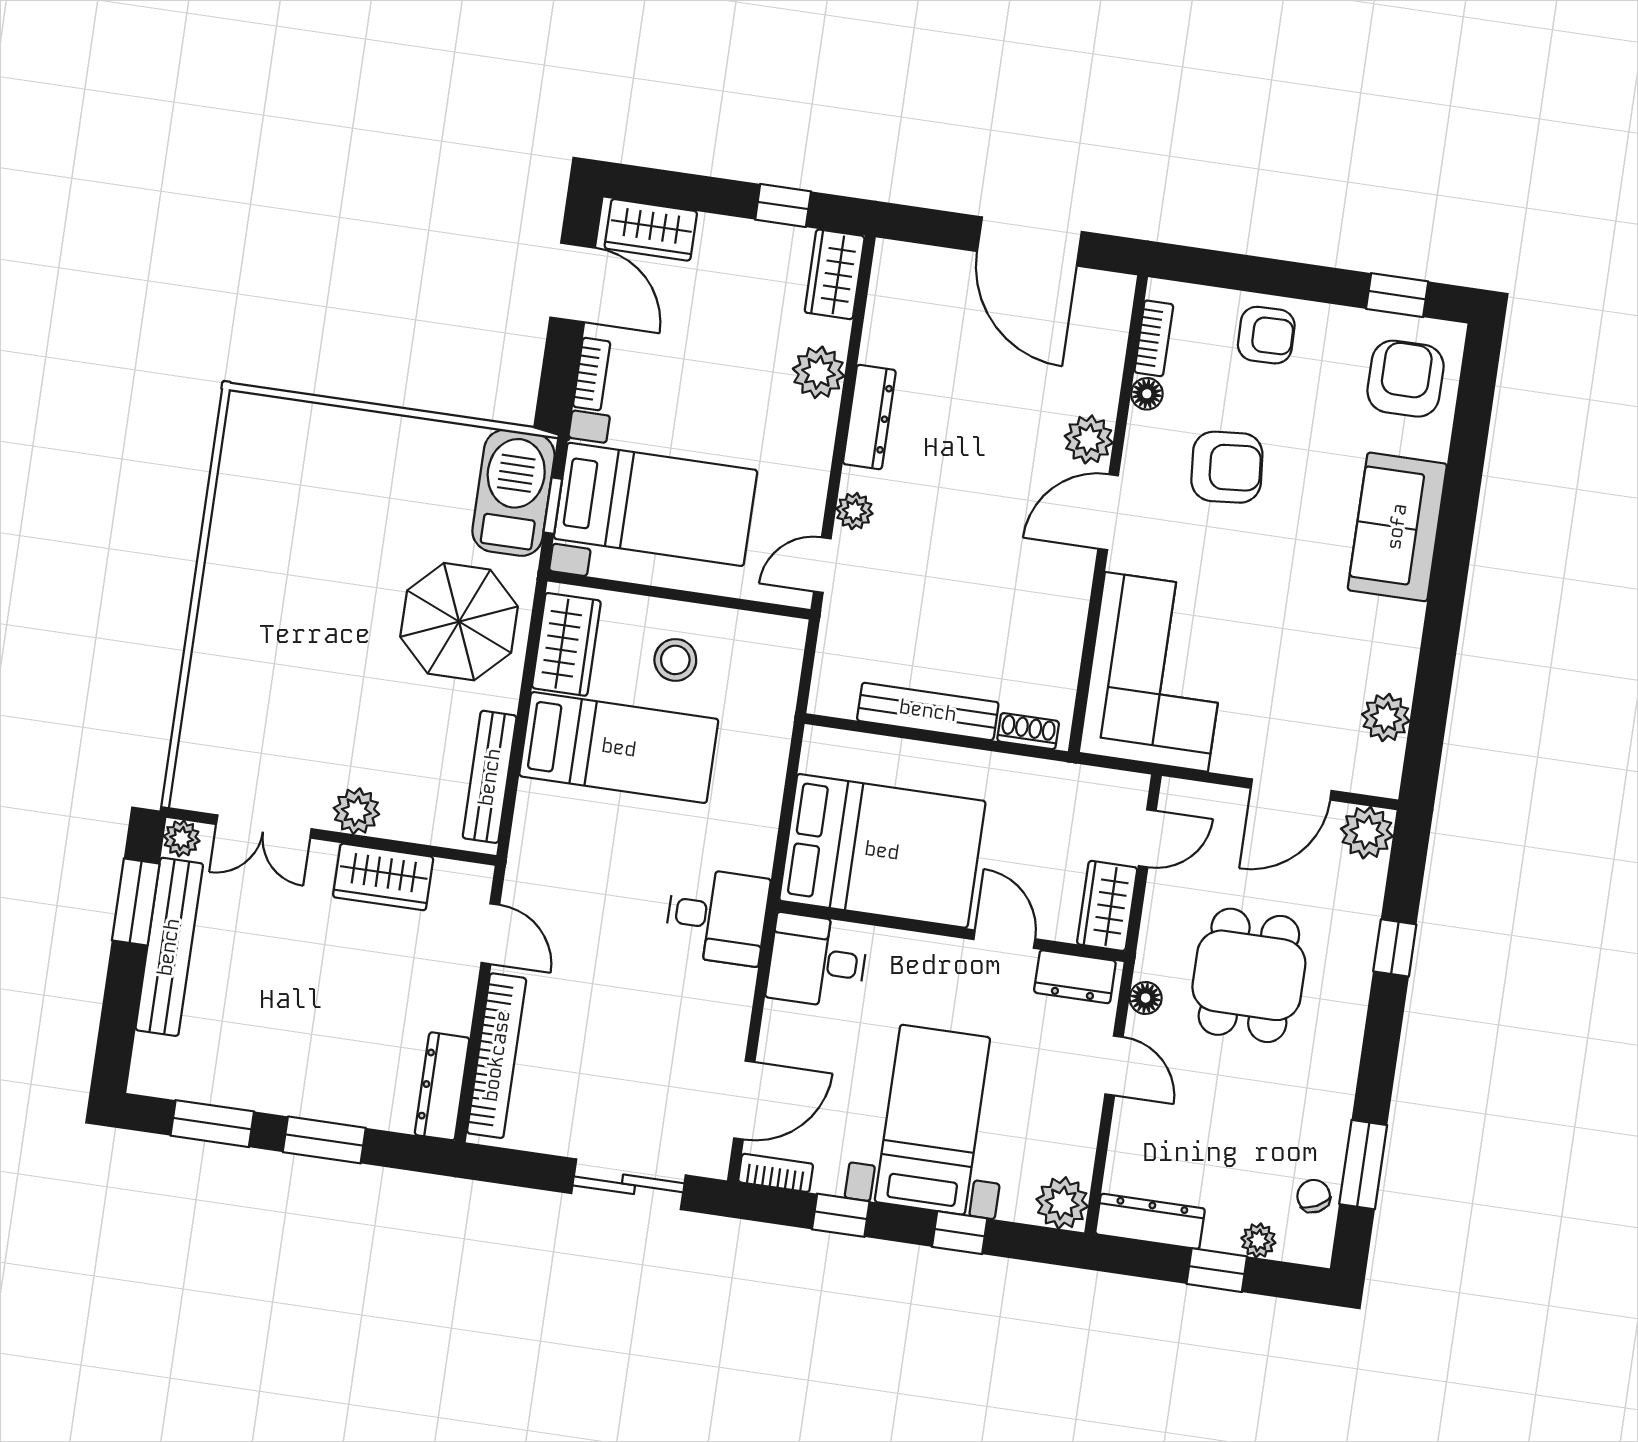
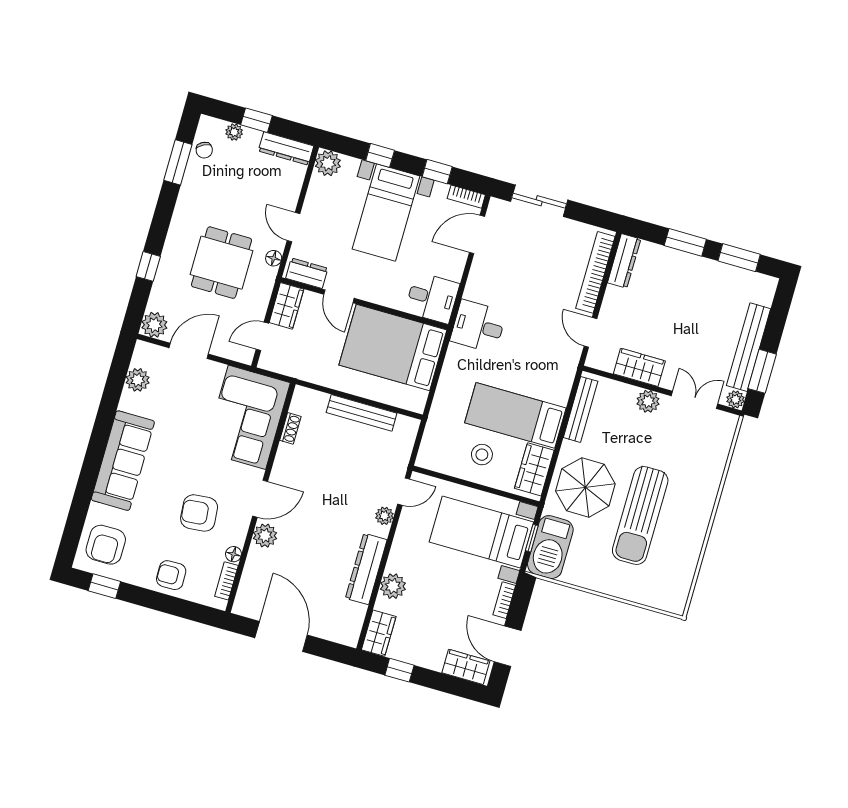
dresser: (869, 417) -> (366, 569), width x1.37, depth x1.24
sofa: (1397, 527) -> (123, 461), width x1.36
sun lounger: (342, 580) -> (640, 515), added
shoe rack: (1028, 731) -> (290, 428), moved, turned -90

